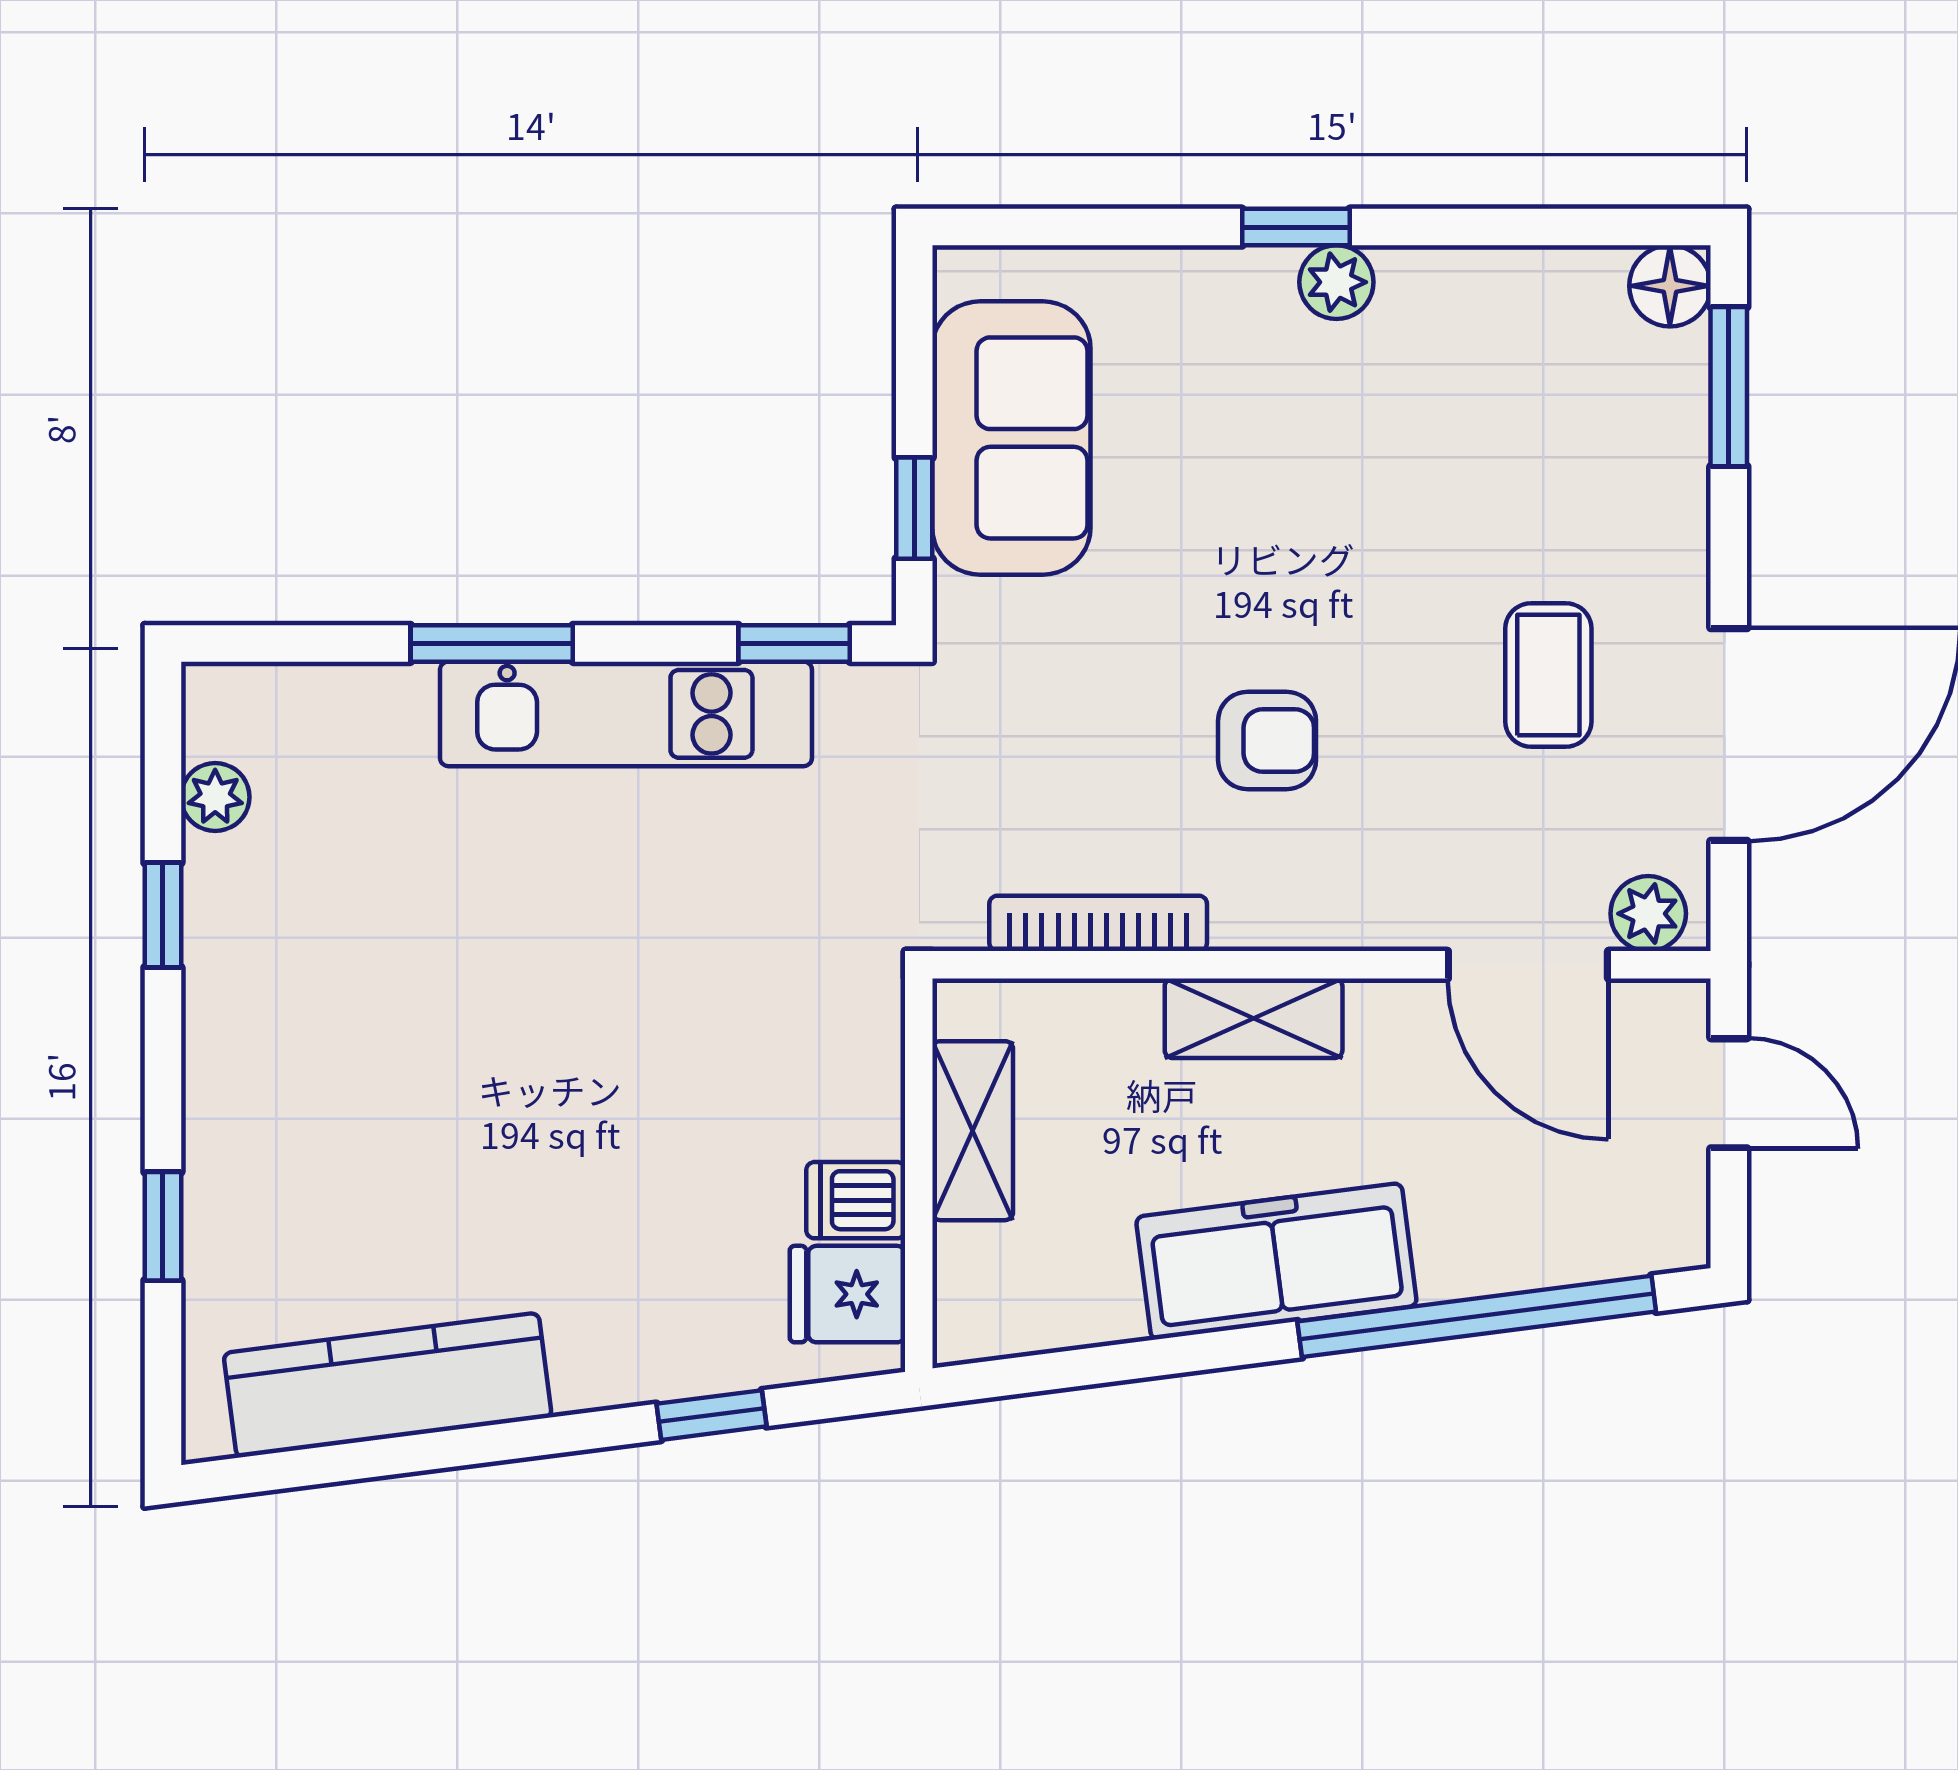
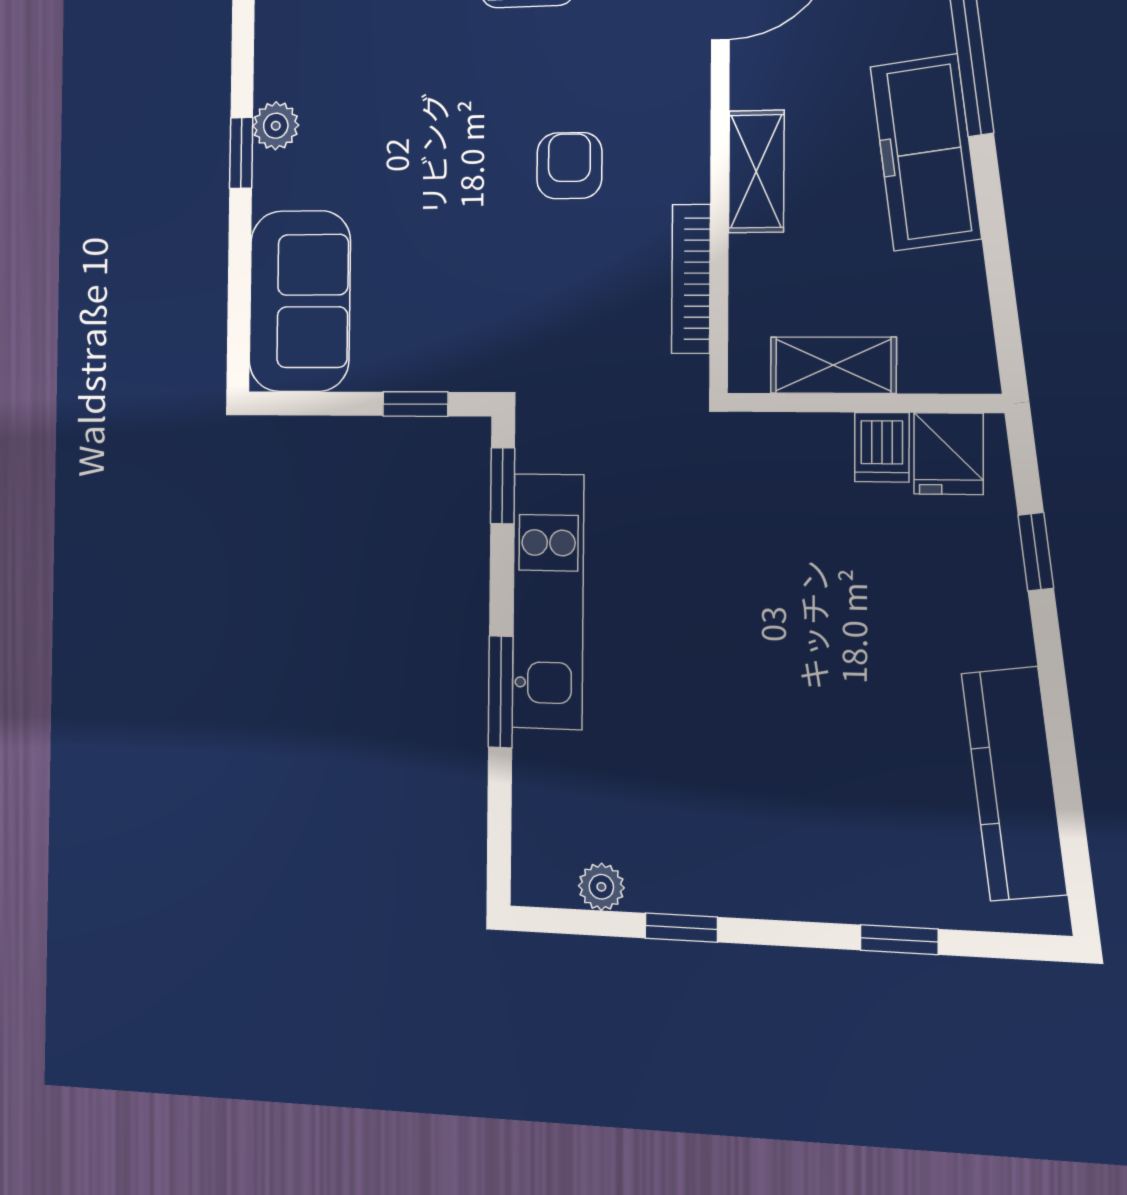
sofa: (1011, 438) -> (300, 301), moved, turned 90

